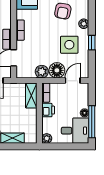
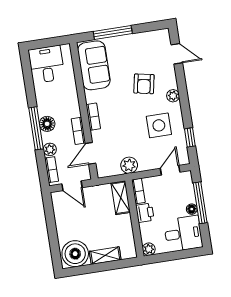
window: (92, 43) -> (190, 137), moved
floor lamp: (57, 70) -> (148, 160), removed
window: (92, 122) -> (200, 203), moved

